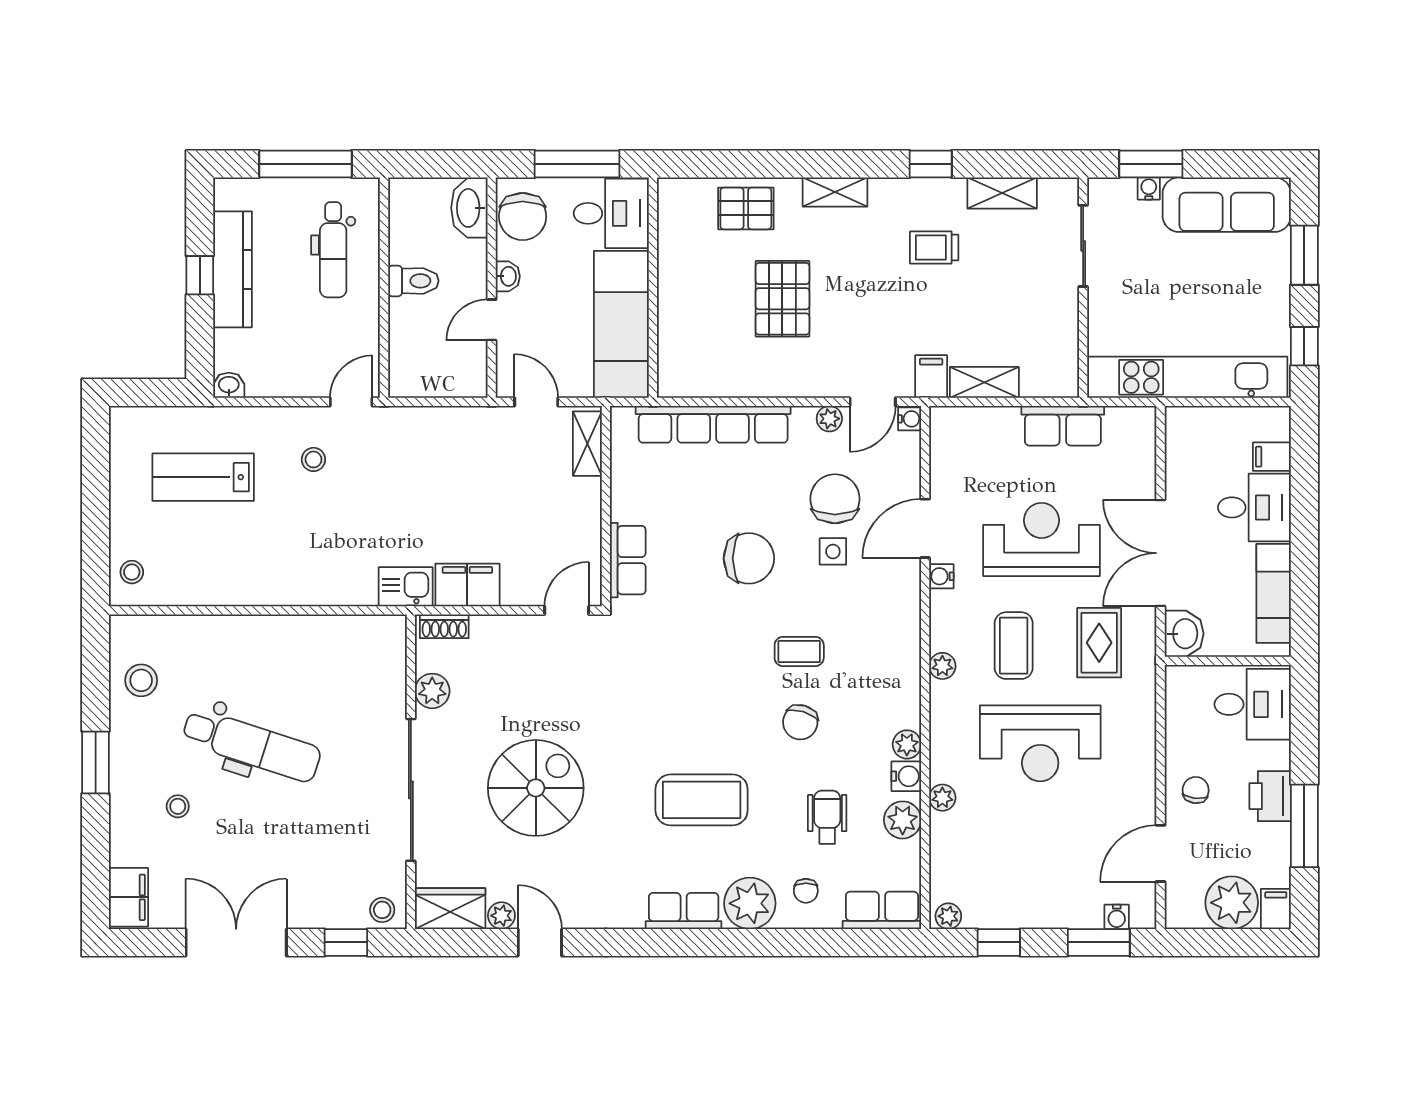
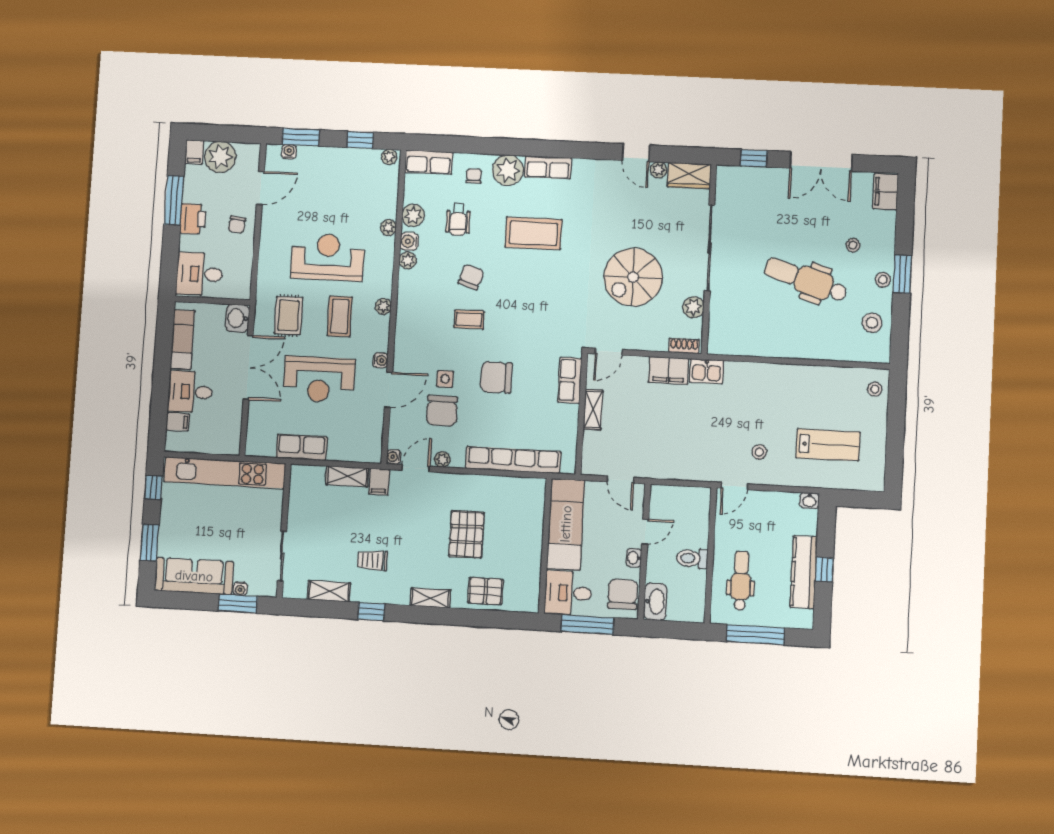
trolley: (934, 248) -> (372, 560), turned 180
shelving: (587, 444) -> (593, 410), moved
spiral stairs: (536, 788) -> (633, 277), moved
stool: (382, 910) -> (883, 280), moved

